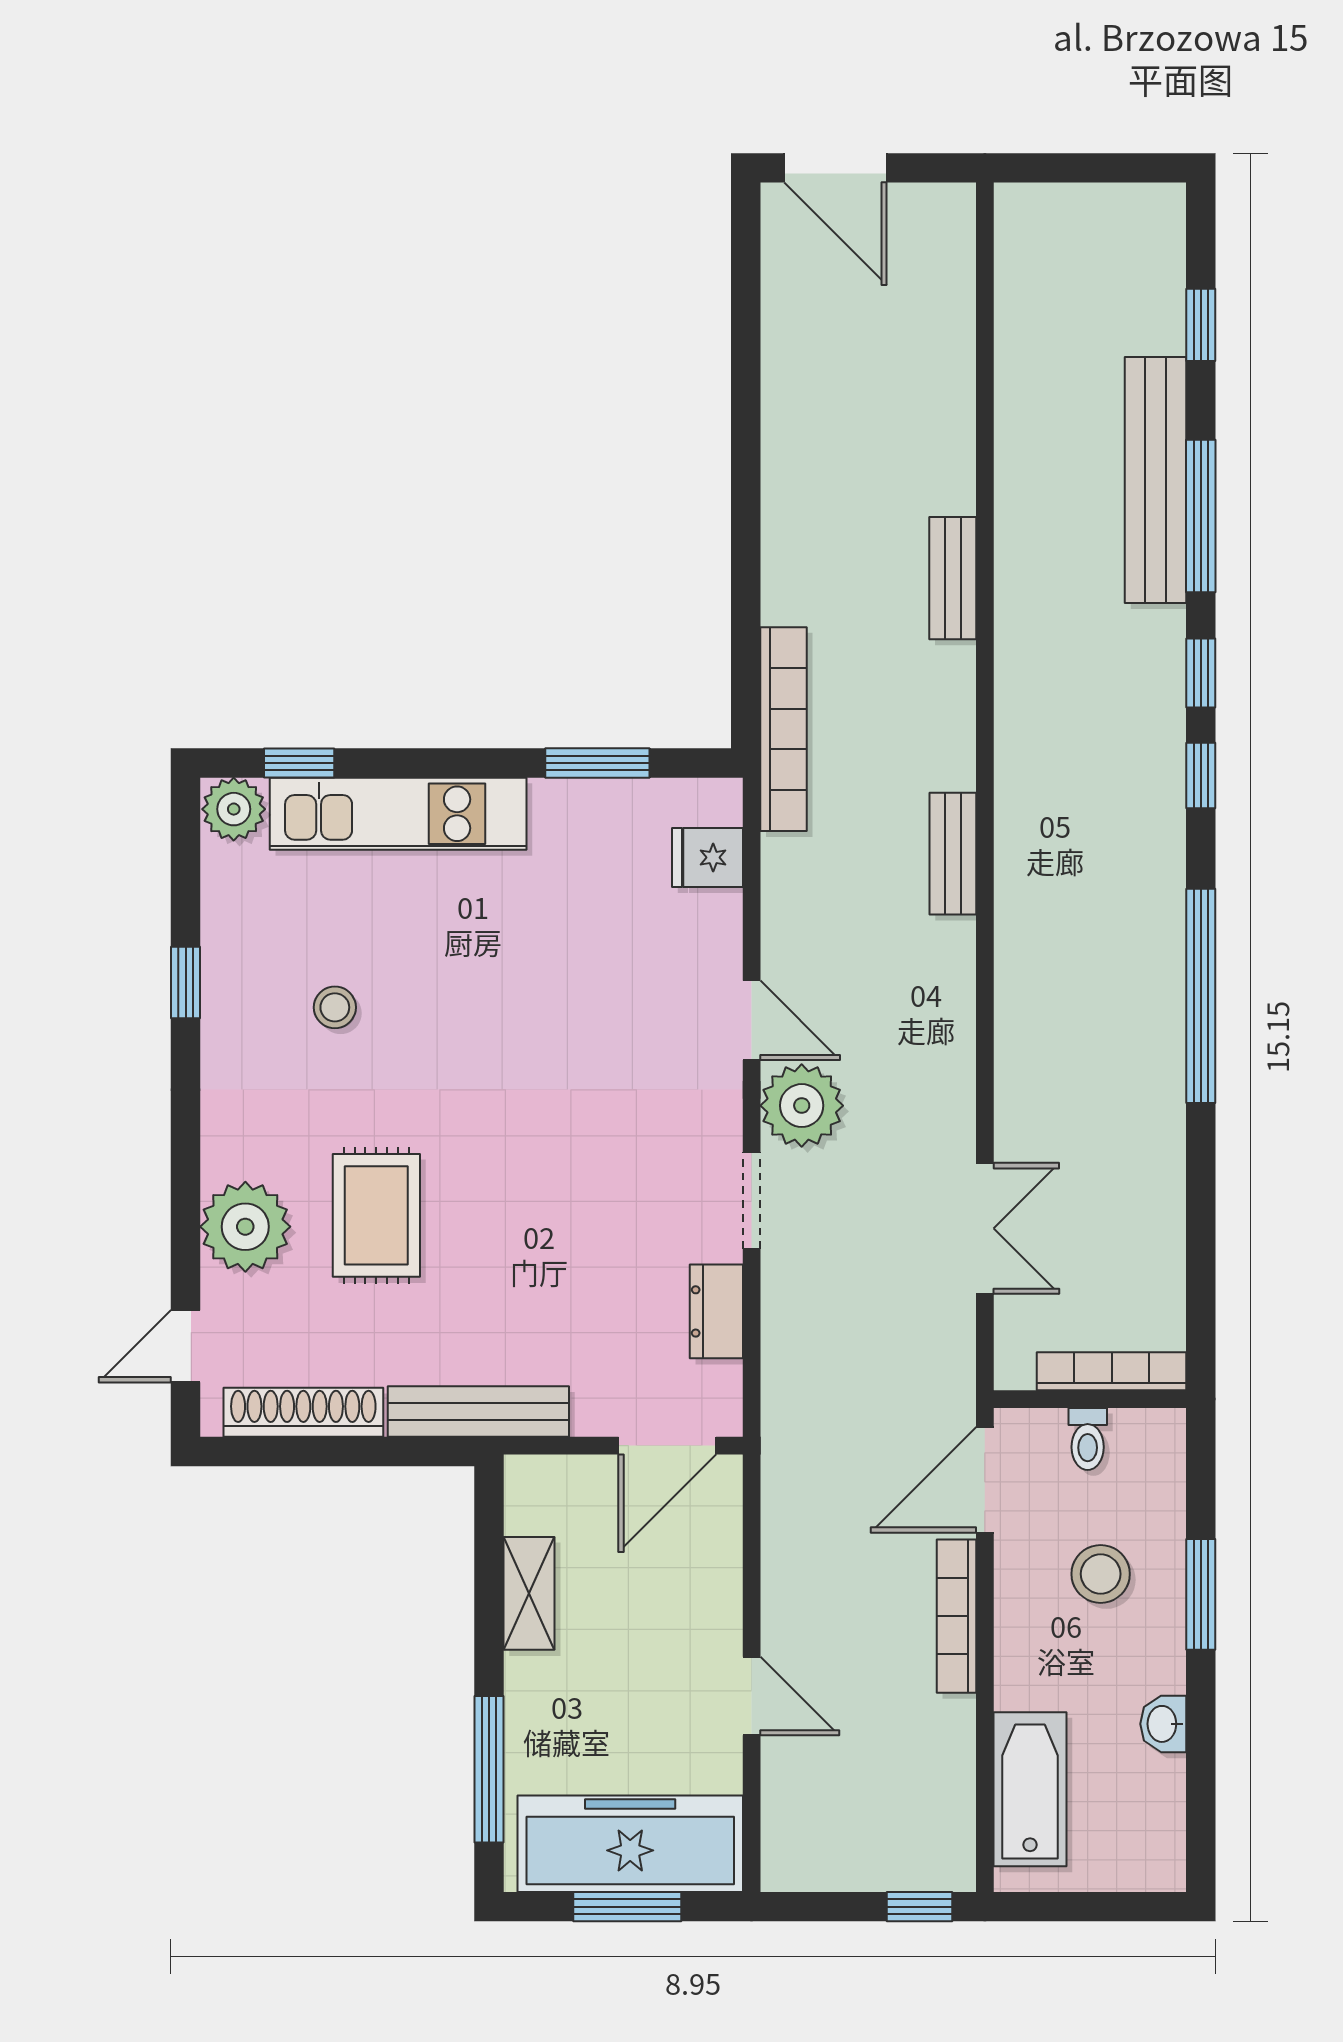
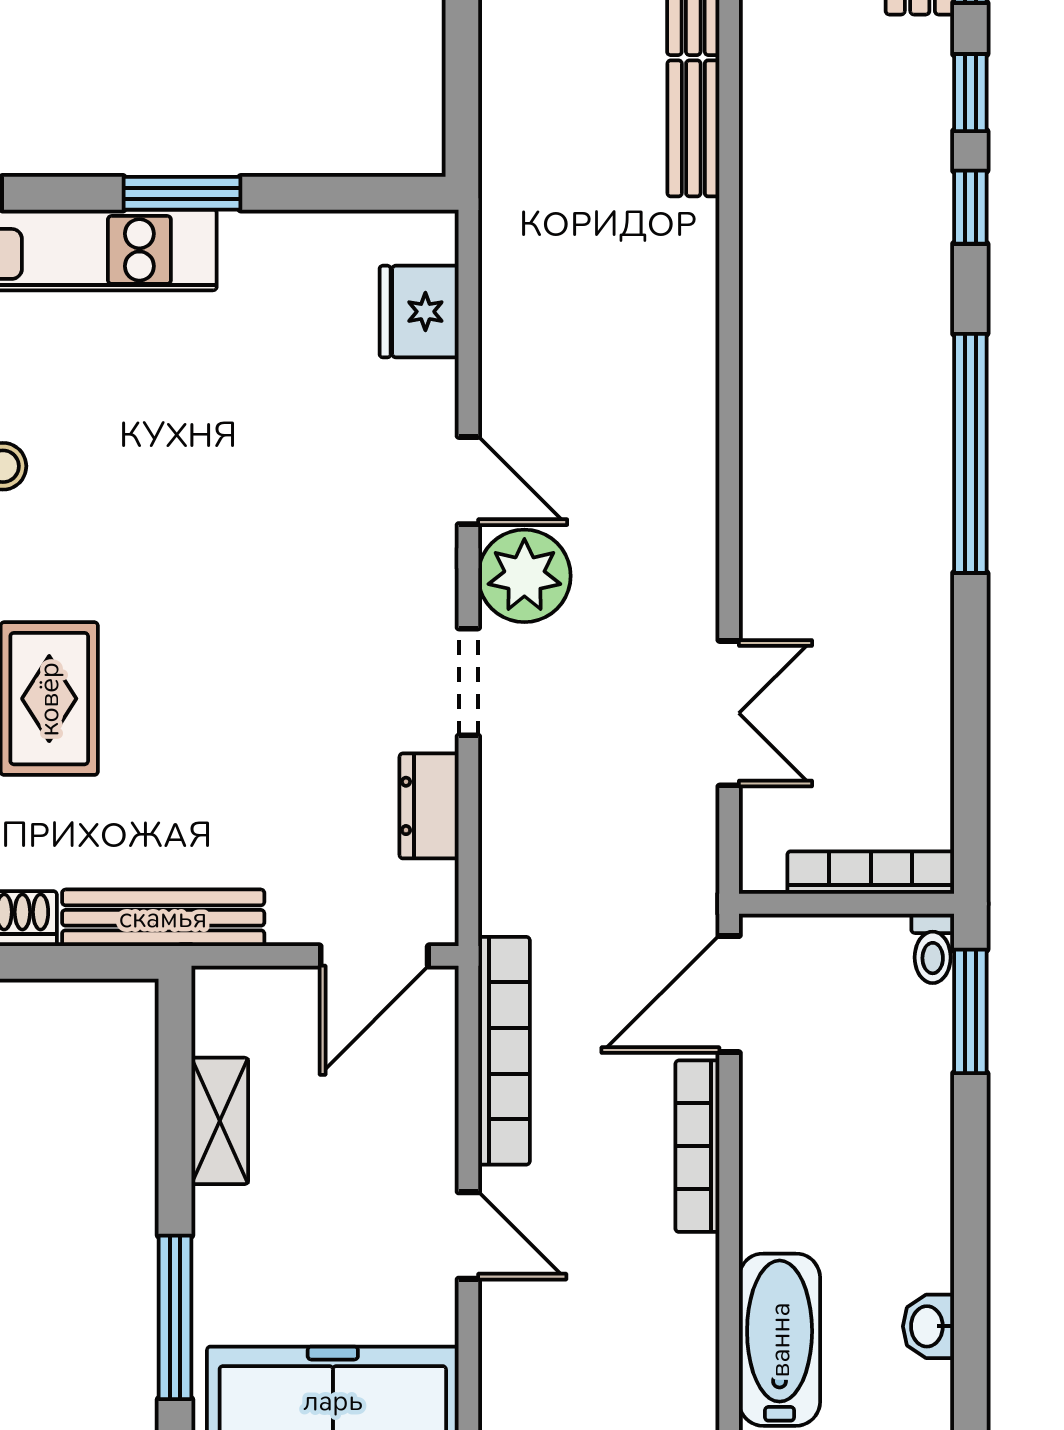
bookcase: (783, 729) -> (504, 1051), moved
window: (597, 763) -> (182, 193), moved
bench: (953, 854) -> (693, 128), moved
fridge: (707, 857) -> (419, 312), width x1.38
toilet: (1088, 1439) -> (933, 948), moved
stool: (1101, 1574) -> (858, 1099), removed
window: (1201, 1594) -> (970, 1011), moved
washbasin: (1163, 1724) -> (928, 1326), moved

